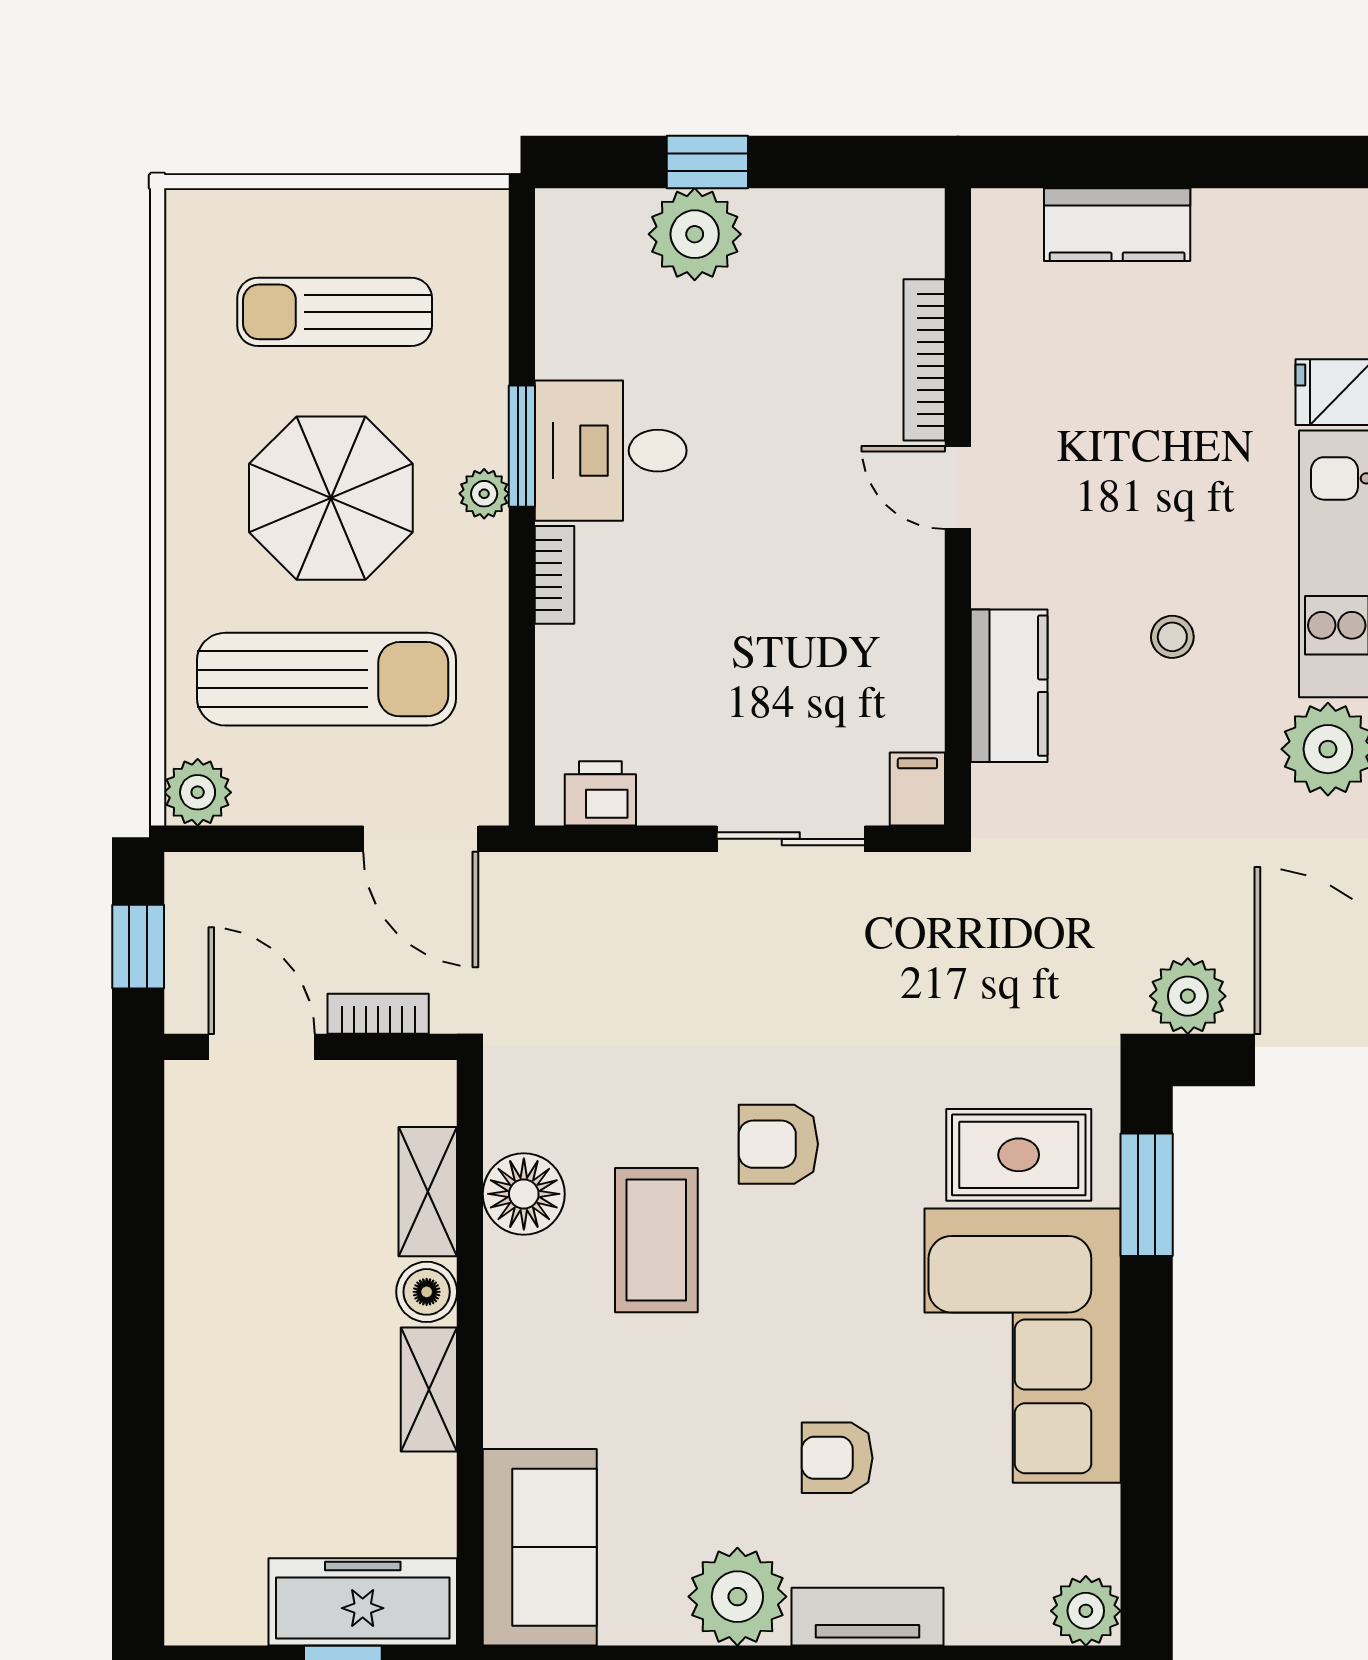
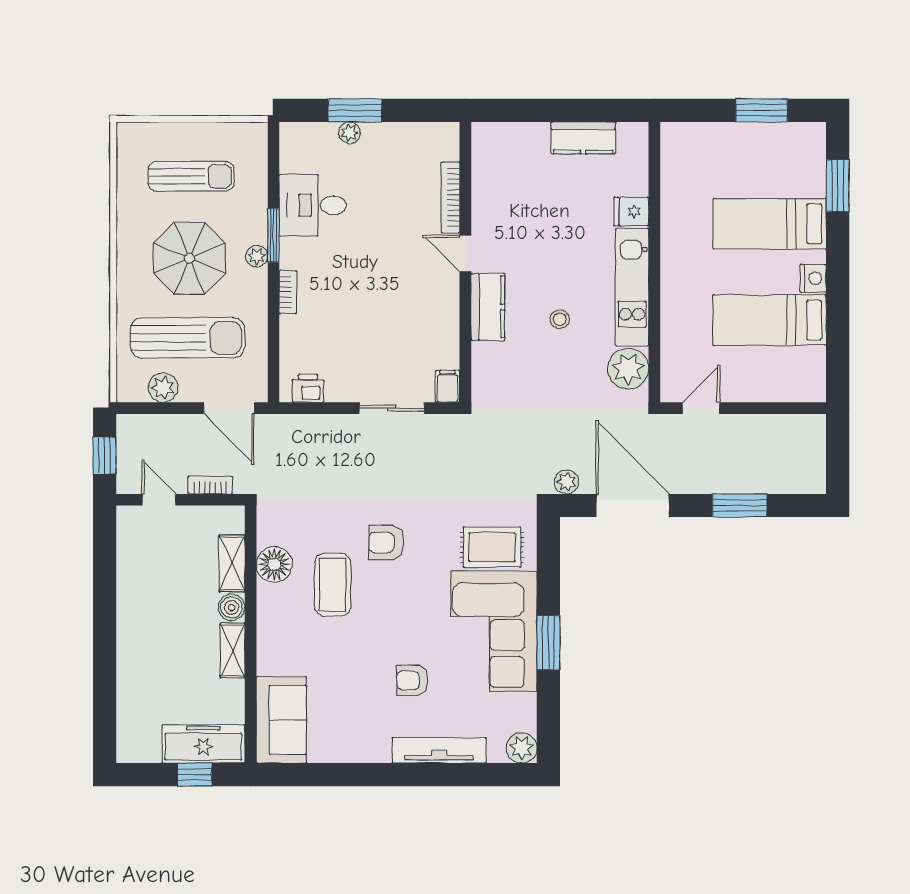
window: (707, 162) -> (355, 110), width x1.50
kitchen counter: (1117, 225) -> (583, 138), moved
plant: (695, 234) -> (349, 133), width x0.53, depth x0.53
sun lounger: (335, 312) -> (191, 176), turned 180
desk: (611, 451) -> (313, 205), moved
kitchen counter: (1009, 686) -> (488, 307), moved
plant: (198, 792) -> (163, 388), moved
plant: (1188, 996) -> (566, 482), width x0.73, depth x0.73
door: (262, 1047) -> (159, 500), width x0.73
window: (1147, 1195) -> (548, 643), moved
plant: (737, 1597) -> (368, 742), removed
tv unit: (868, 1617) -> (439, 750), width x1.41

